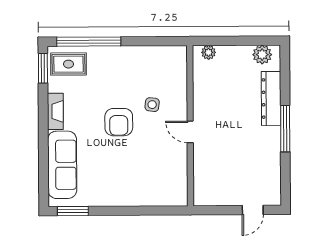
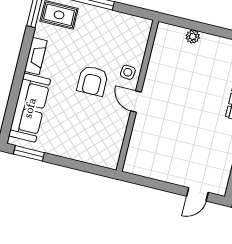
wall: (190, 126) -> (137, 96), moved
door: (190, 132) -> (136, 102), moved

